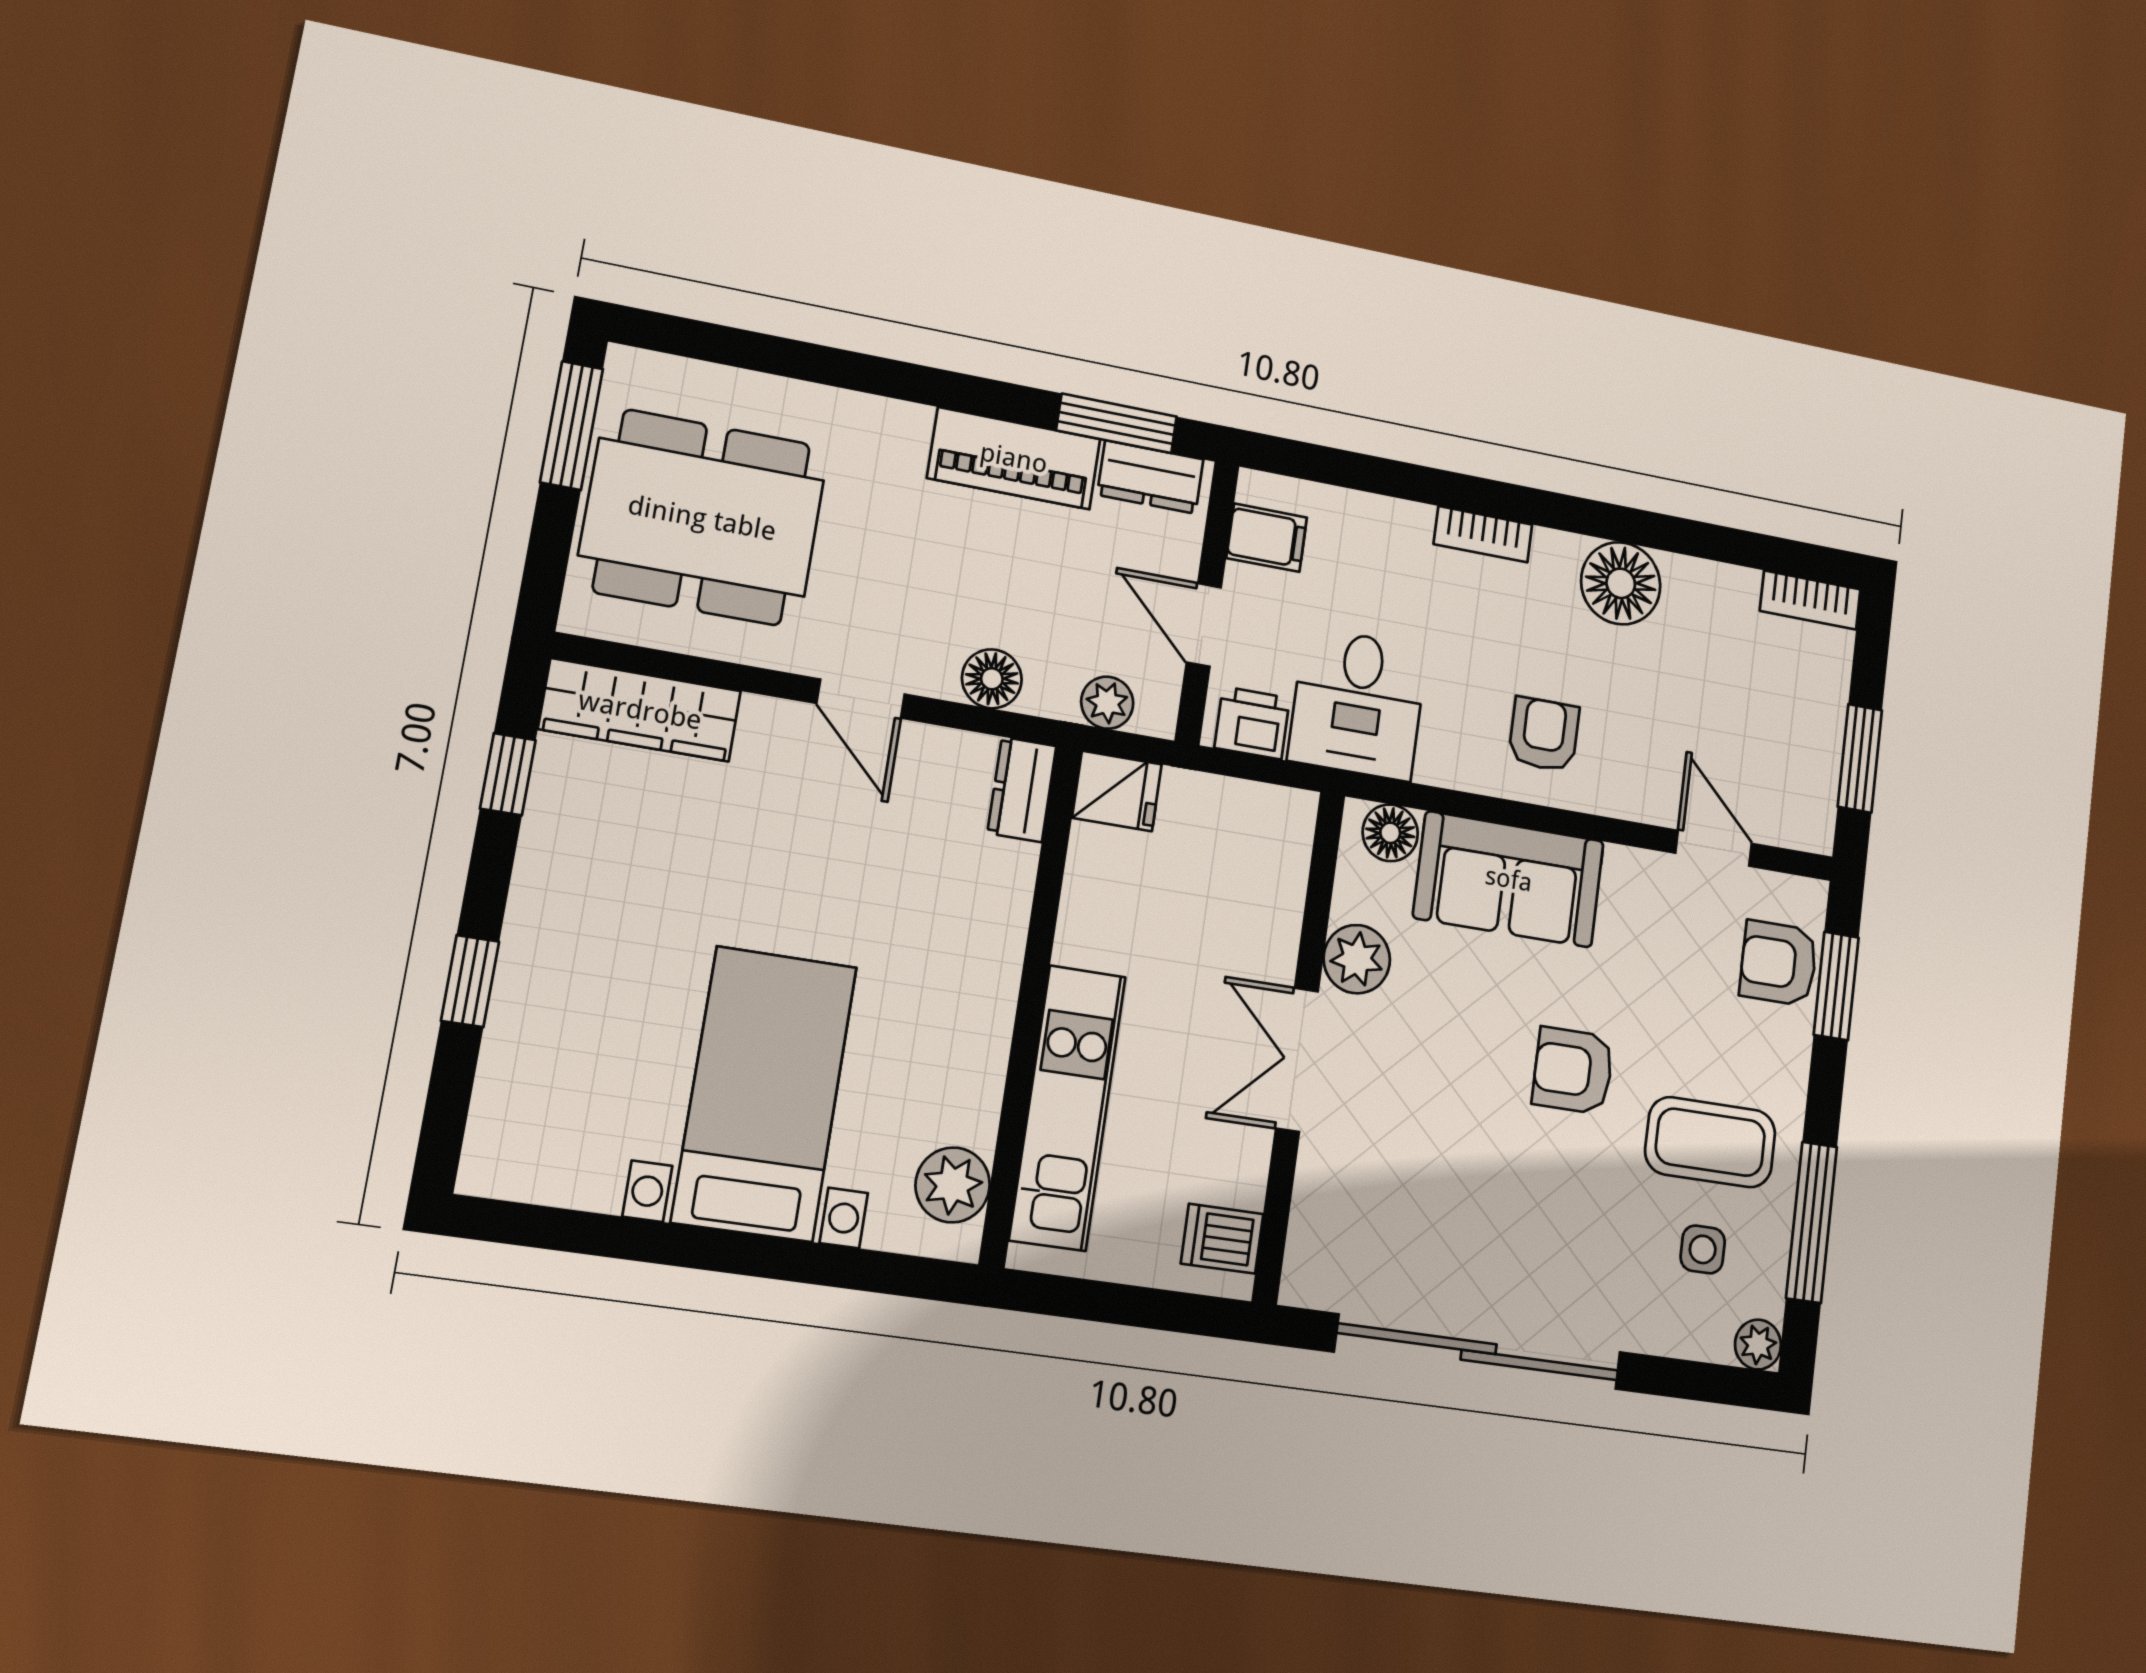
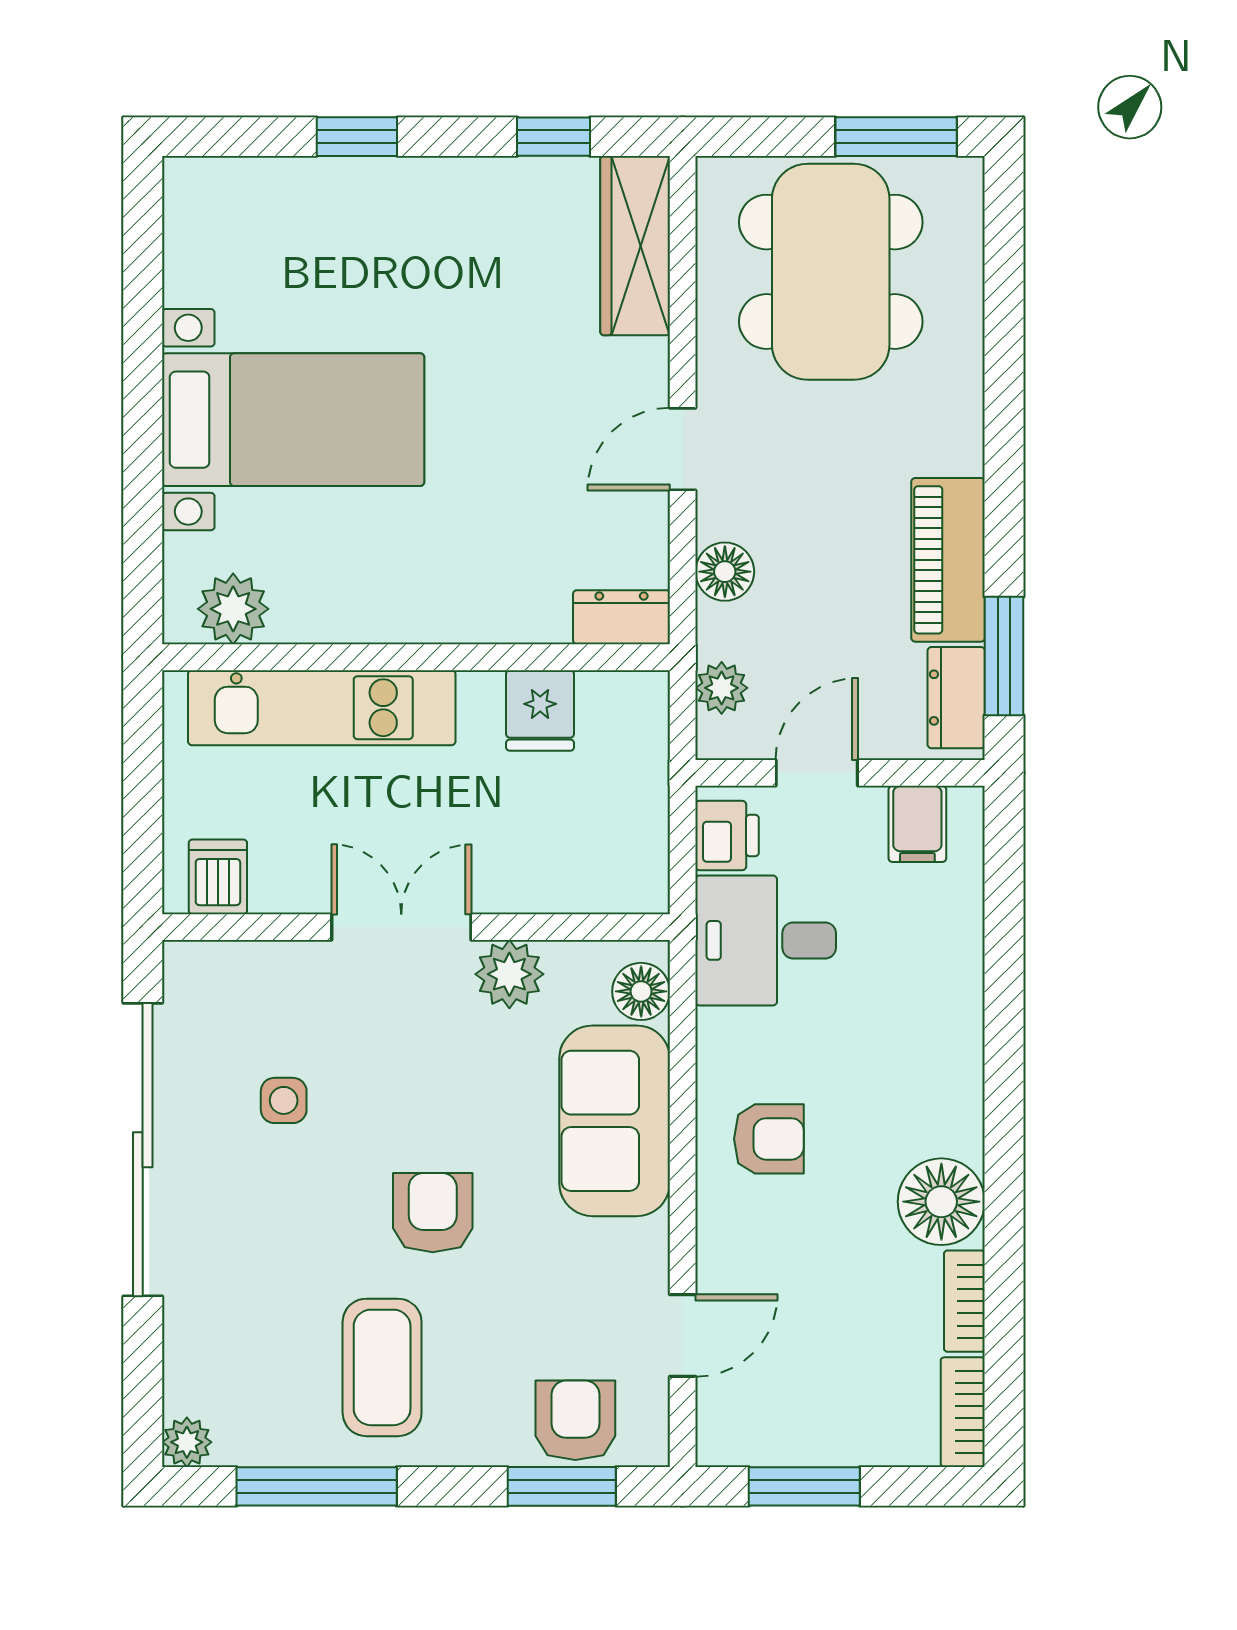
bookcase: (1483, 534) -> (964, 1301), moved
fridge: (1117, 791) -> (540, 710), moved
side table: (1703, 1249) -> (284, 1100), moved

